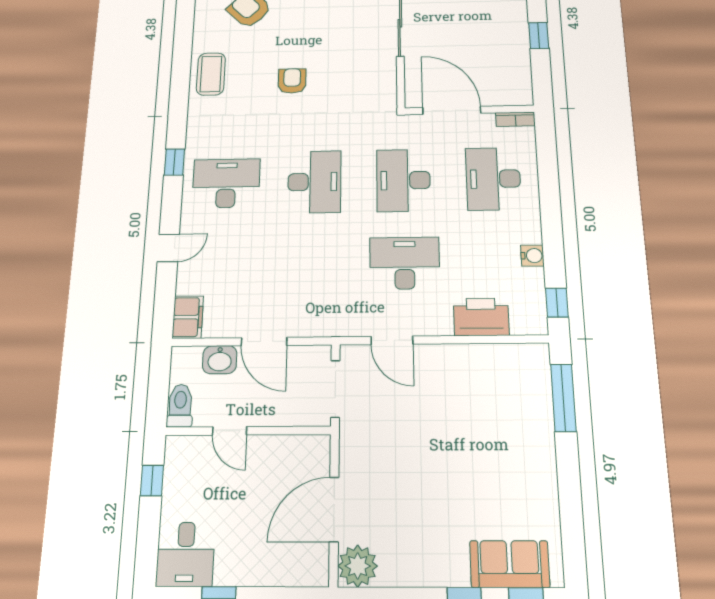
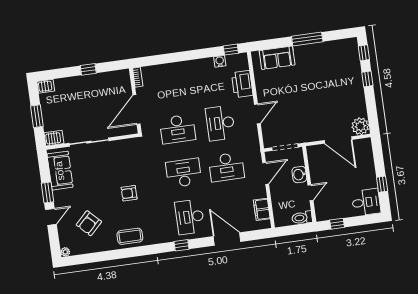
desk: (493, 179) -> (226, 167), moved
door: (168, 248) -> (227, 239), width x1.88
water cooler: (532, 256) -> (220, 61), moved
filing cabinet: (188, 317) -> (262, 209), moved, turned -90
door: (392, 340) -> (257, 114), moved
door: (264, 342) -> (266, 173), moved
washbasin: (220, 360) -> (299, 175), moved, turned 180
window: (563, 398) -> (307, 39), moved
sofa: (510, 564) -> (277, 58), moved, turned -90

